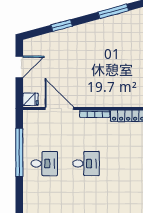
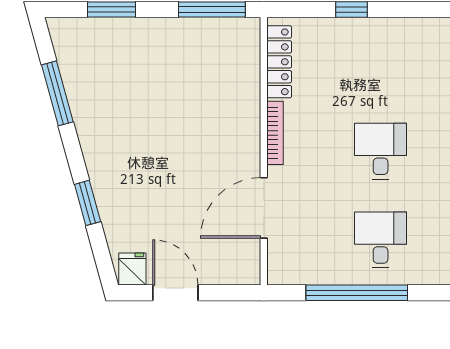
fridge: (30, 99) -> (132, 269), moved

